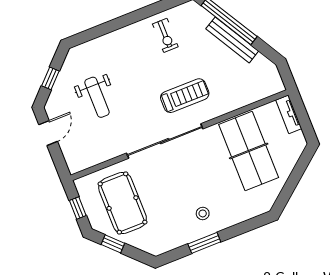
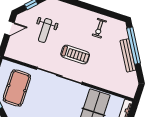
treadmill: (185, 96) -> (75, 54), moved

